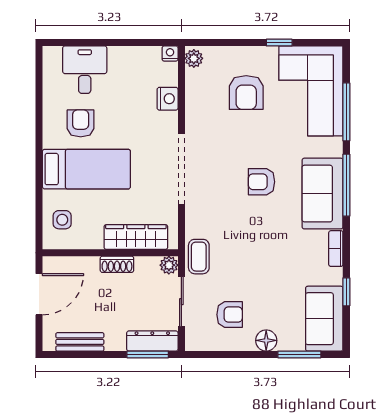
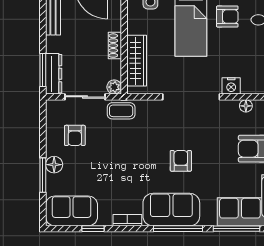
nightstand: (168, 99) -> (231, 86), moved
floor lamp: (193, 100) -> (246, 106), added
window: (299, 354) -> (43, 175), moved

